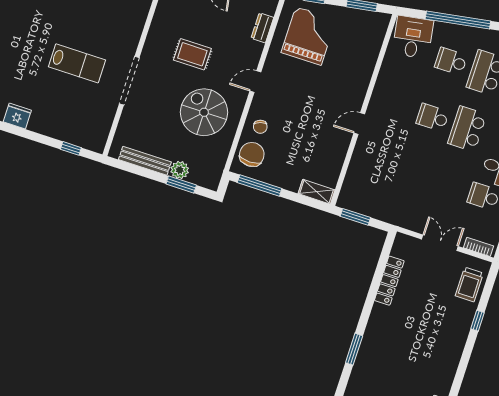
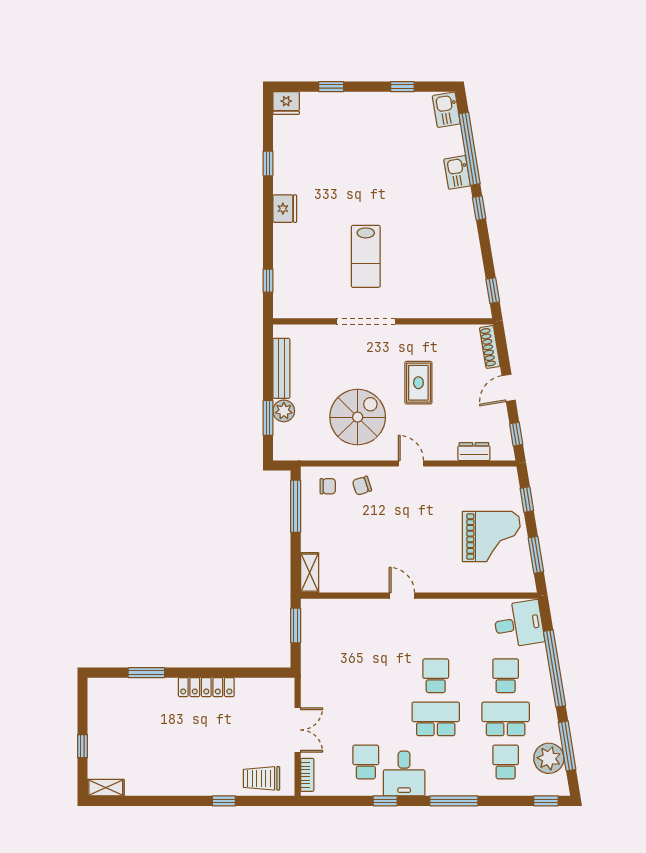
grand piano: (308, 36) -> (491, 537), moved
chair: (252, 154) -> (328, 486), width x0.54, depth x0.54
locker: (389, 281) -> (206, 687), moved

